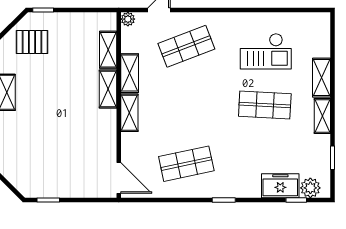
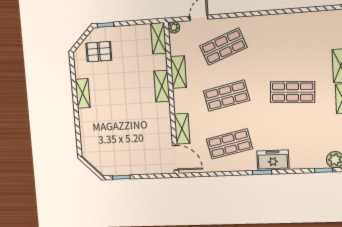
shelving: (108, 50) -> (159, 38), moved
checkout: (266, 51) -> (291, 46), removed
shop shelf: (186, 105) -> (226, 96), added
shelving: (129, 113) -> (182, 129), moved
freezer: (280, 186) -> (273, 160), moved

